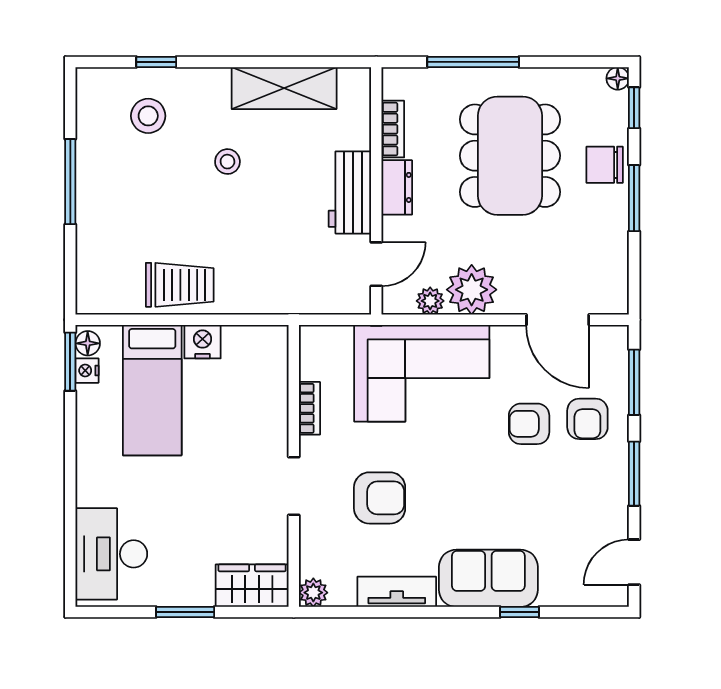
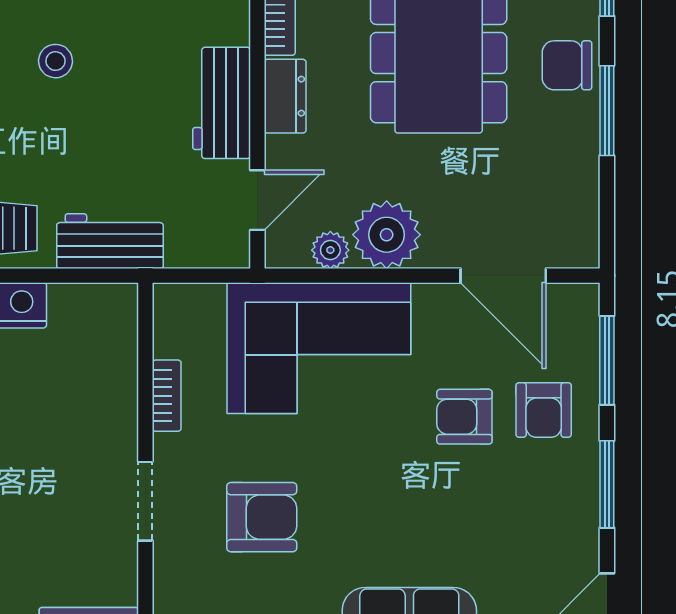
workbench: (268, 294) -> (110, 241), added

